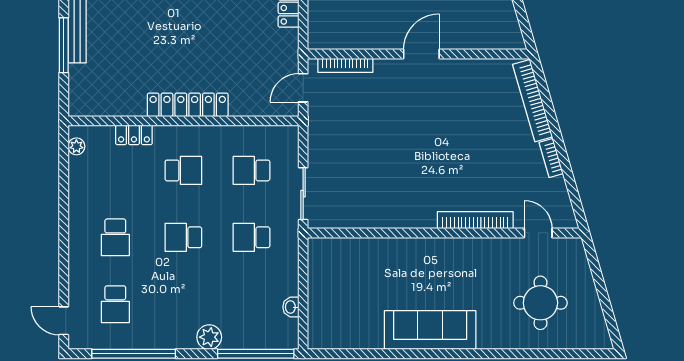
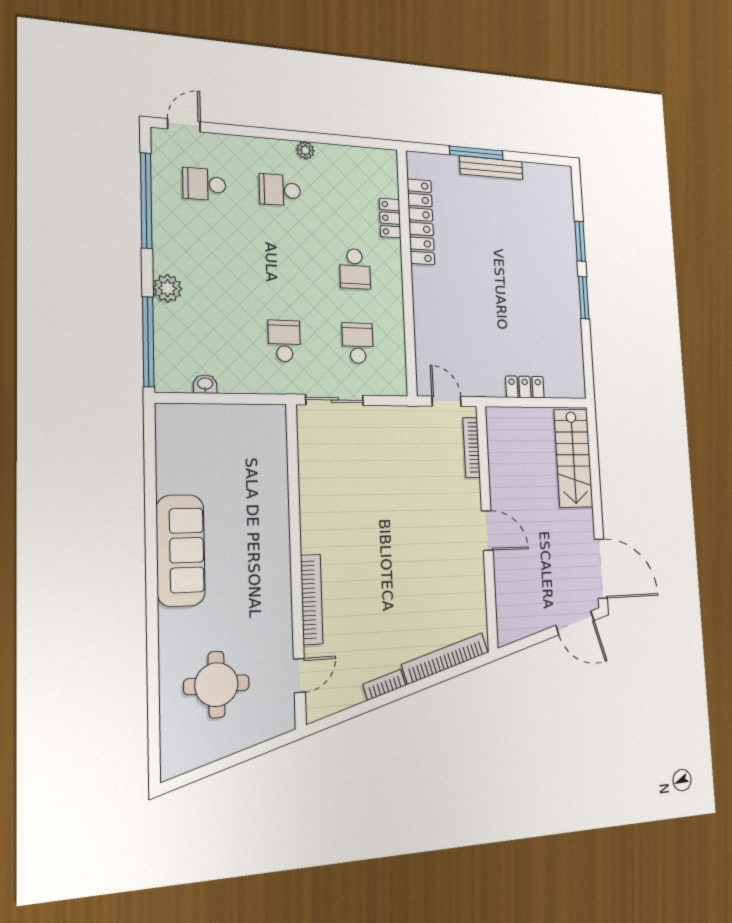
locker: (188, 105) -> (421, 222), moved
plant: (76, 146) -> (305, 150), moved
school desk: (183, 237) -> (282, 265), removed

